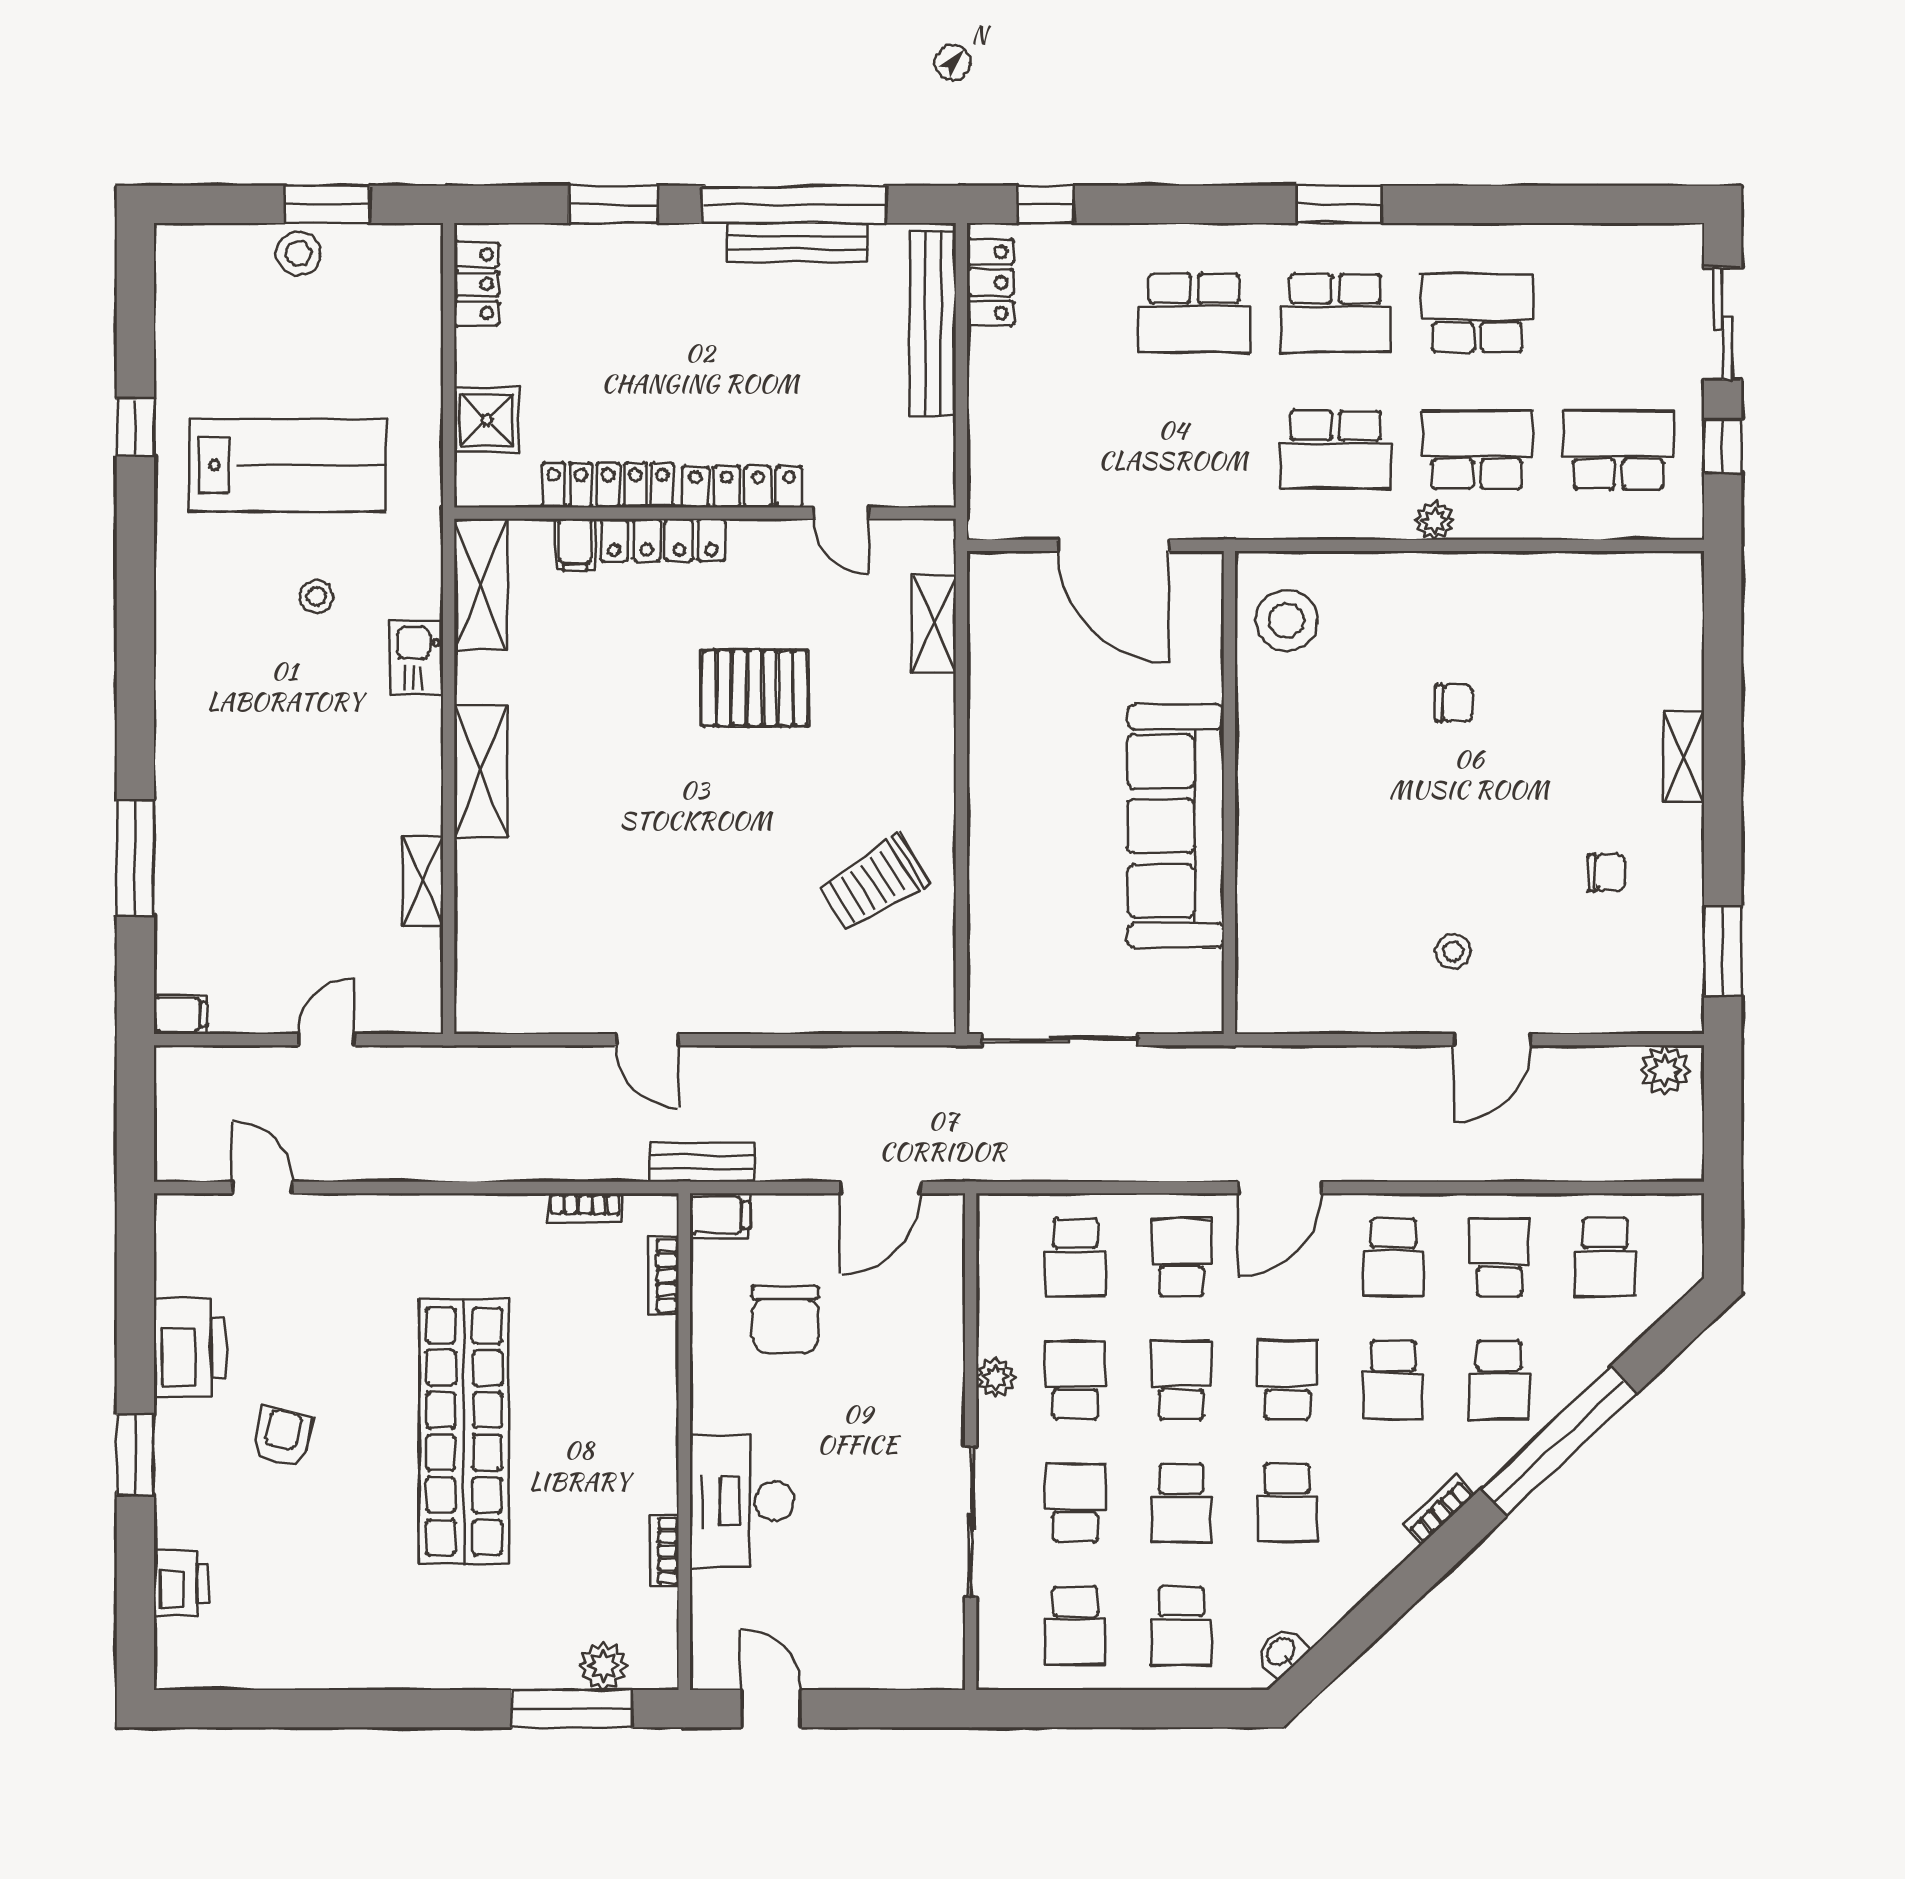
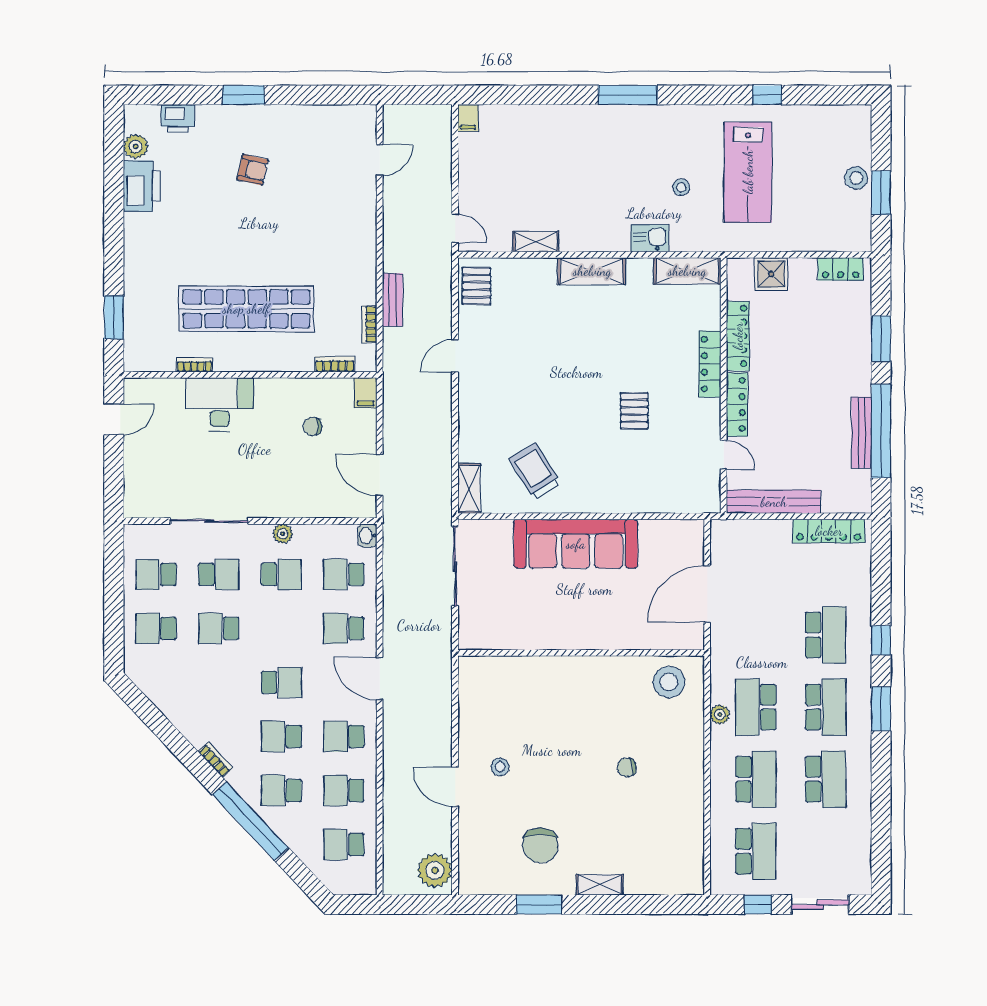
window: (1046, 204) -> (881, 640), moved
locker: (990, 282) -> (829, 531), width x1.53
school desk: (1194, 313) -> (826, 635), turned 180
school desk: (1336, 313) -> (826, 707), turned 180
bench: (933, 324) -> (774, 502), moved
door: (841, 513) -> (724, 455), swing flipped
plant: (1435, 520) -> (720, 715), moved
filing cabinet: (575, 544) -> (708, 319), removed
shelving: (934, 624) -> (469, 488), moved, turned 90
pallet: (755, 688) -> (634, 411), width x0.67, depth x0.71
chair: (1454, 703) -> (627, 767), turned 79
sofa: (1176, 826) -> (576, 544), moved, turned 180
window: (135, 858) -> (628, 95), moved
chair: (1607, 872) -> (540, 845), width x1.87, depth x1.87
window: (1723, 951) -> (539, 905), moved
pallet: (510, 997) -> (477, 286), added
door: (326, 1040) -> (455, 228), moved
plant: (1665, 1070) -> (435, 870), width x1.36, depth x1.36
bench: (702, 1162) -> (393, 300), moved
school desk: (1181, 1257) -> (344, 628), turned 180
school desk: (1499, 1257) -> (344, 791), turned 180
chair: (785, 1319) -> (312, 426), width x0.54, depth x0.54
printer: (190, 1348) -> (142, 186), moved, turned -90
school desk: (1181, 1380) -> (281, 628), removed
shop shelf: (464, 1431) -> (246, 309), moved
school desk: (1287, 1503) -> (219, 682), removed
washbasin: (1281, 1652) -> (367, 536), moved, turned -137
plant: (603, 1666) -> (136, 146), moved
window: (572, 1709) -> (114, 317), width x0.69

